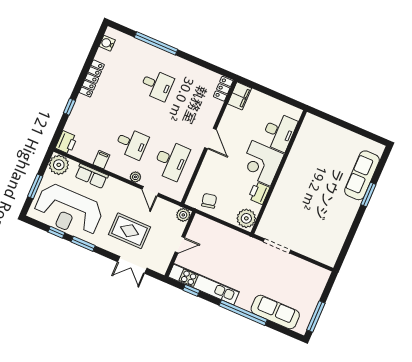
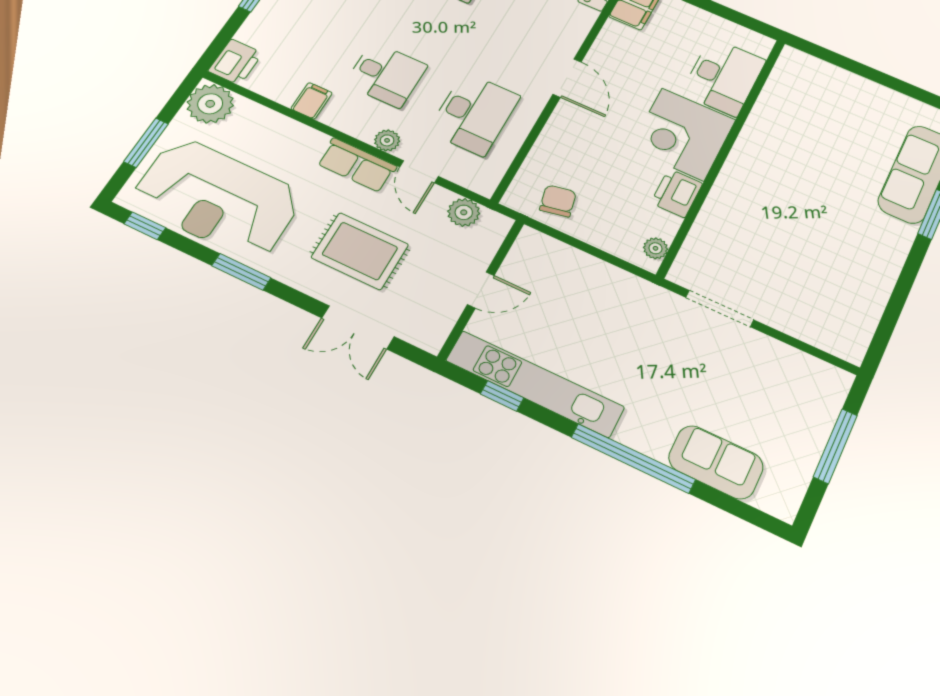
row of seats: (91, 176) -> (357, 165), moved
plant: (183, 215) -> (464, 212), moved
plant: (246, 218) -> (656, 248), width x0.53, depth x0.53
window: (56, 232) -> (145, 226), moved
sofa: (275, 312) -> (716, 462), width x0.73
window: (316, 317) -> (835, 446), moved

